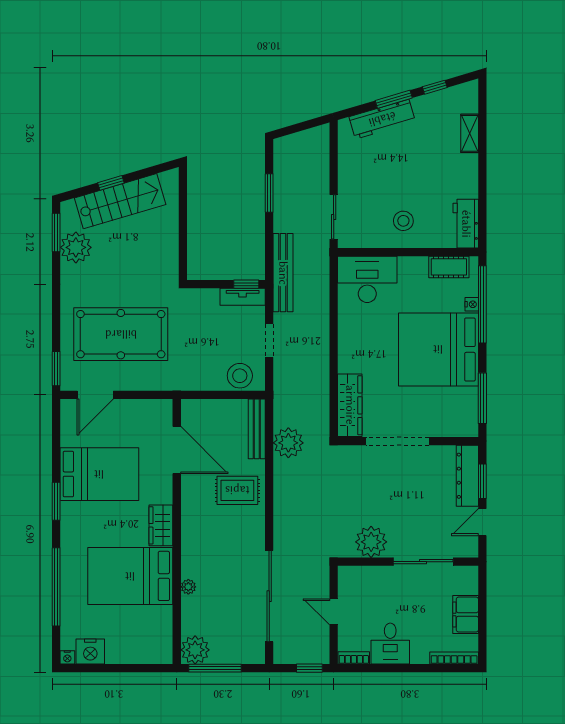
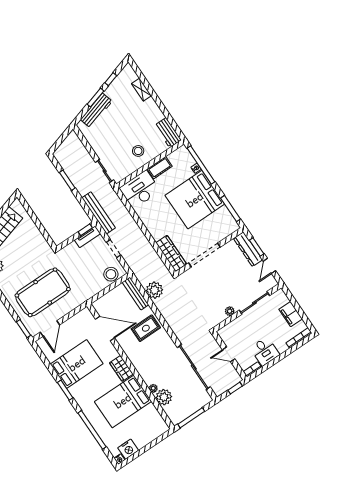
cot: (449, 267) -> (160, 168), moved
plant: (371, 542) -> (230, 311), width x0.53, depth x0.53
plant: (195, 650) -> (164, 397), moved

